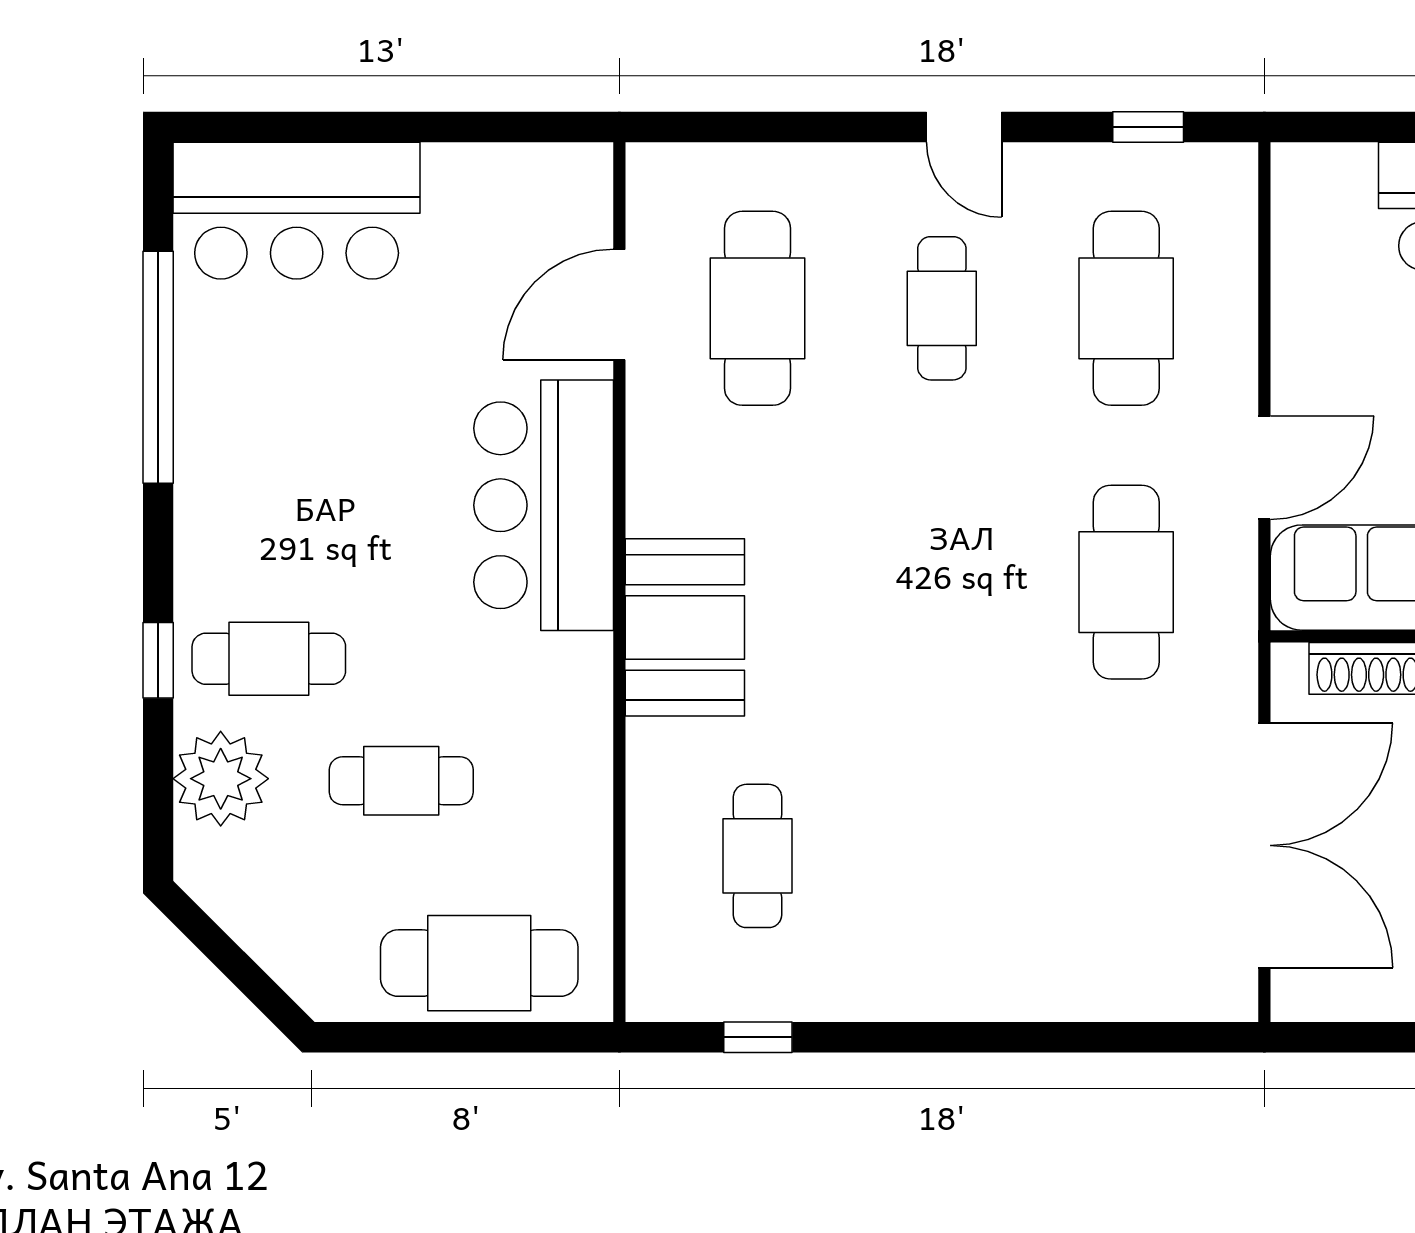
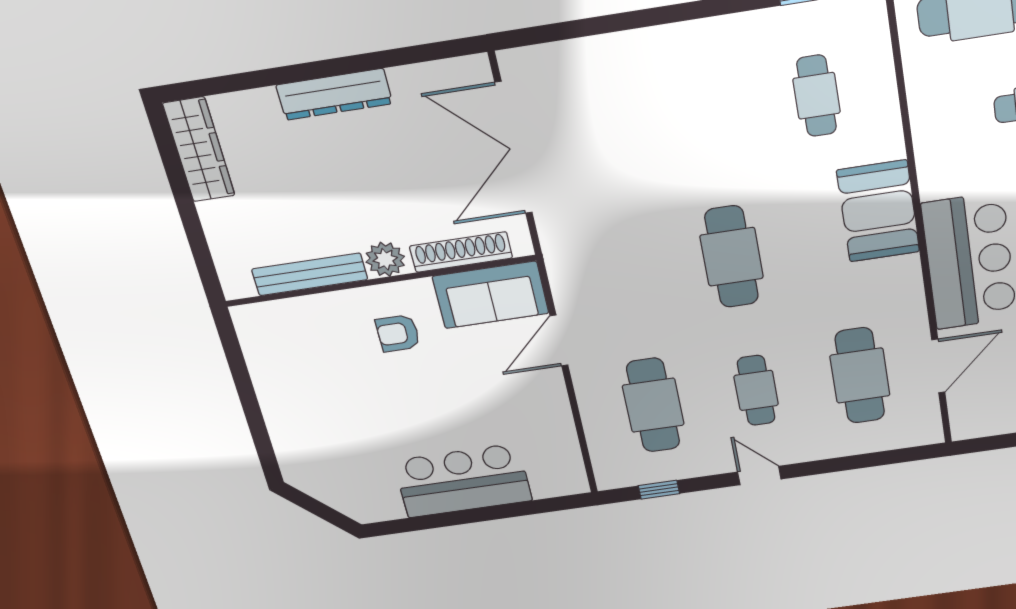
cafe table: (1126, 582) -> (732, 257), moved

